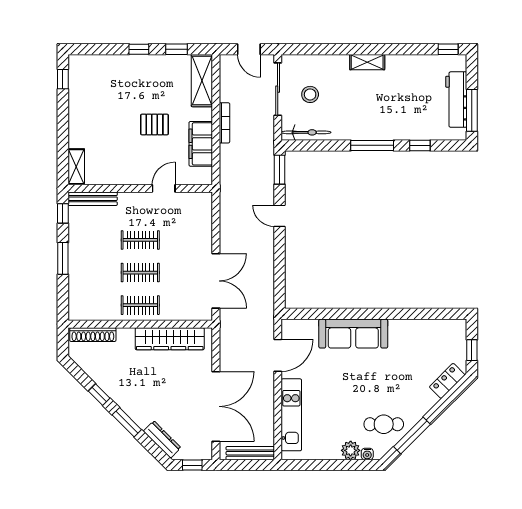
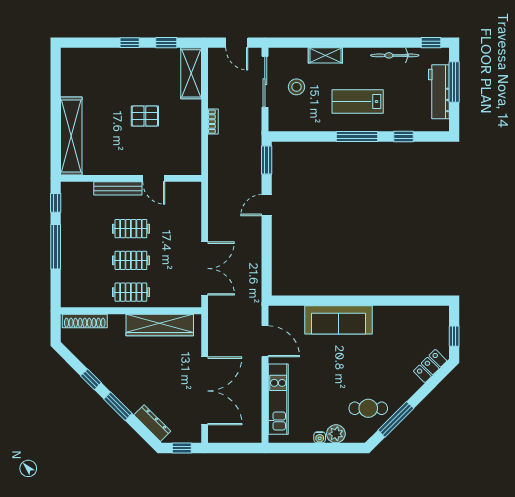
shelving: (367, 62) -> (325, 55), moved
window: (63, 79) -> (56, 72), removed
lab bench: (373, 109) -> (358, 101), added
window: (472, 110) -> (454, 82), moved
bookcase: (224, 123) -> (213, 122), width x0.64
bicycle: (306, 132) -> (395, 55), moved, turned 180
filing cabinet: (201, 144) -> (190, 135), removed
shelving: (76, 167) -> (71, 136), width x2.20, depth x1.33
door: (164, 188) -> (154, 178), swing flipped
bench: (93, 199) -> (118, 188), moved
door: (279, 216) -> (267, 205), hinge flipped
window: (63, 258) -> (56, 247), width x1.44
door: (278, 355) -> (265, 341), hinge flipped
bench: (250, 453) -> (238, 436), removed
water cooler: (367, 454) -> (320, 437), moved

